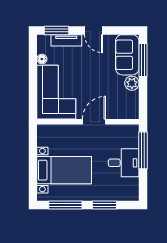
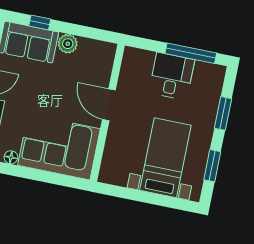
window: (143, 60) -> (40, 22), width x0.46
window: (143, 150) -> (191, 53), moved
window: (65, 205) -> (212, 166), width x0.69

